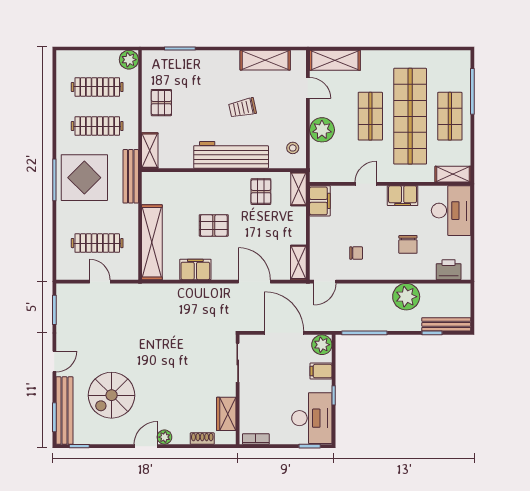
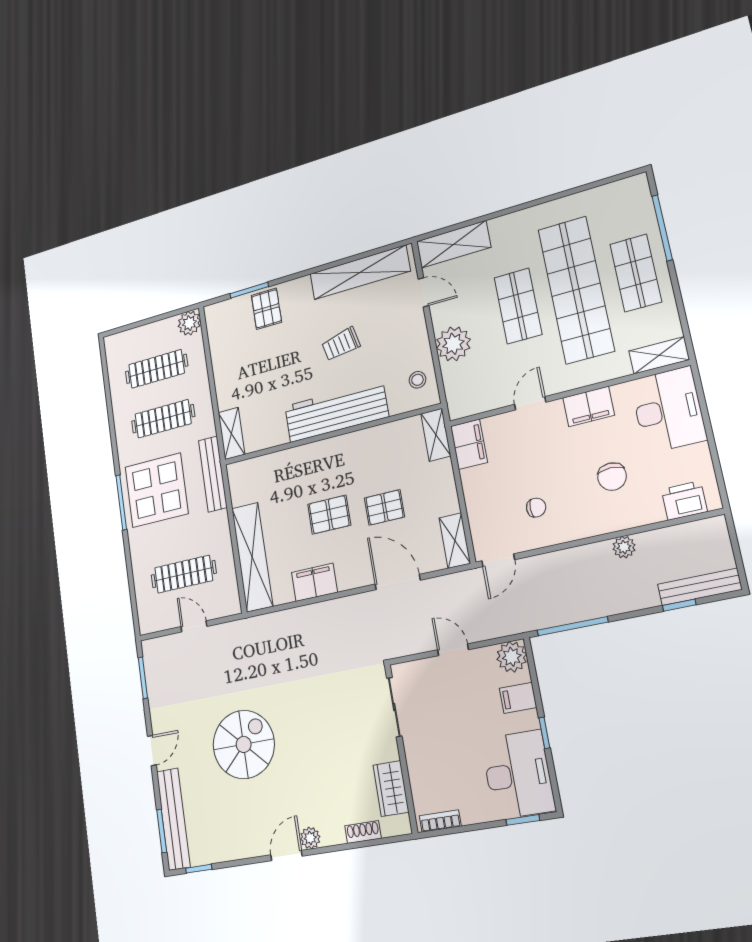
shelving: (265, 60) -> (360, 272), width x1.47
pallet: (161, 103) -> (266, 309), moved
pallet: (261, 192) -> (384, 507), moved, turned 90
plant: (406, 297) -> (624, 547), width x0.53, depth x0.53
door: (284, 333) -> (453, 650), width x0.53
spiral stairs: (112, 395) -> (244, 744), moved, turned 180

